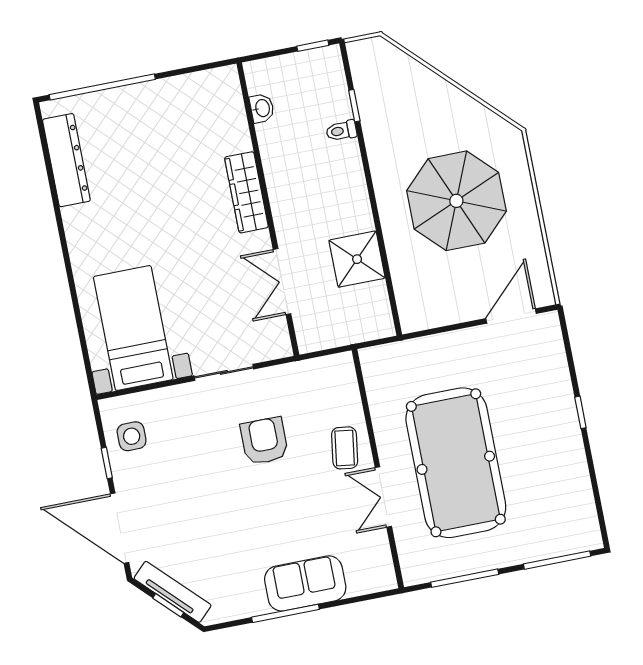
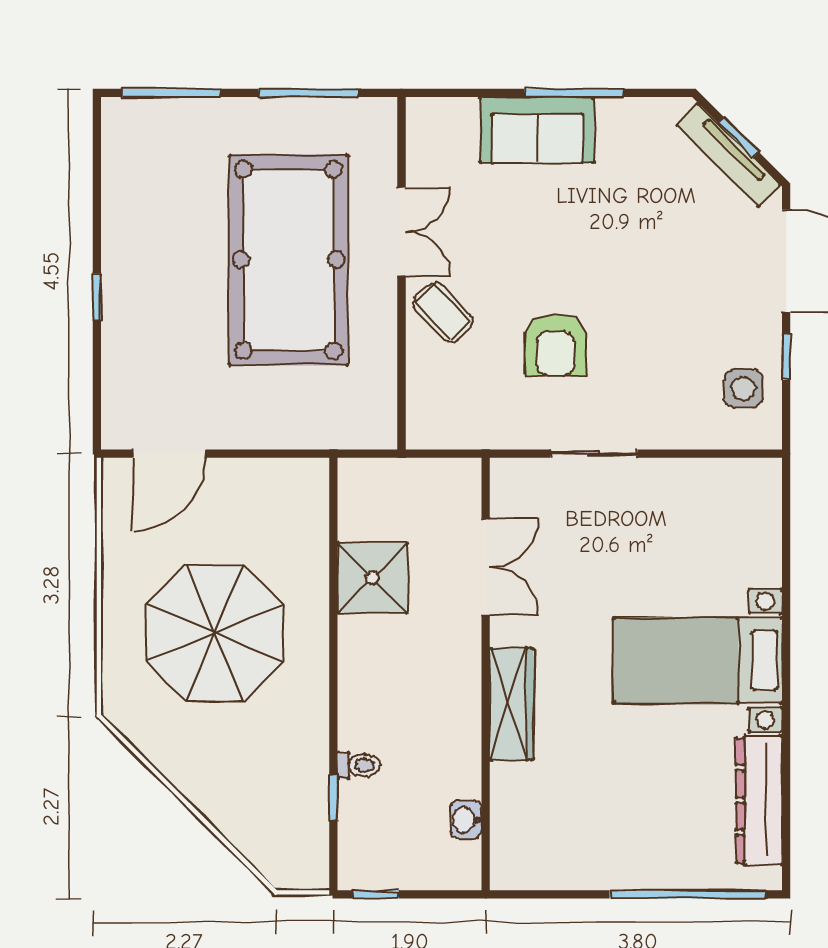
bed with nightstands: (133, 328) -> (698, 661), moved, turned 90
coffee table: (345, 448) -> (443, 312), turned -52

